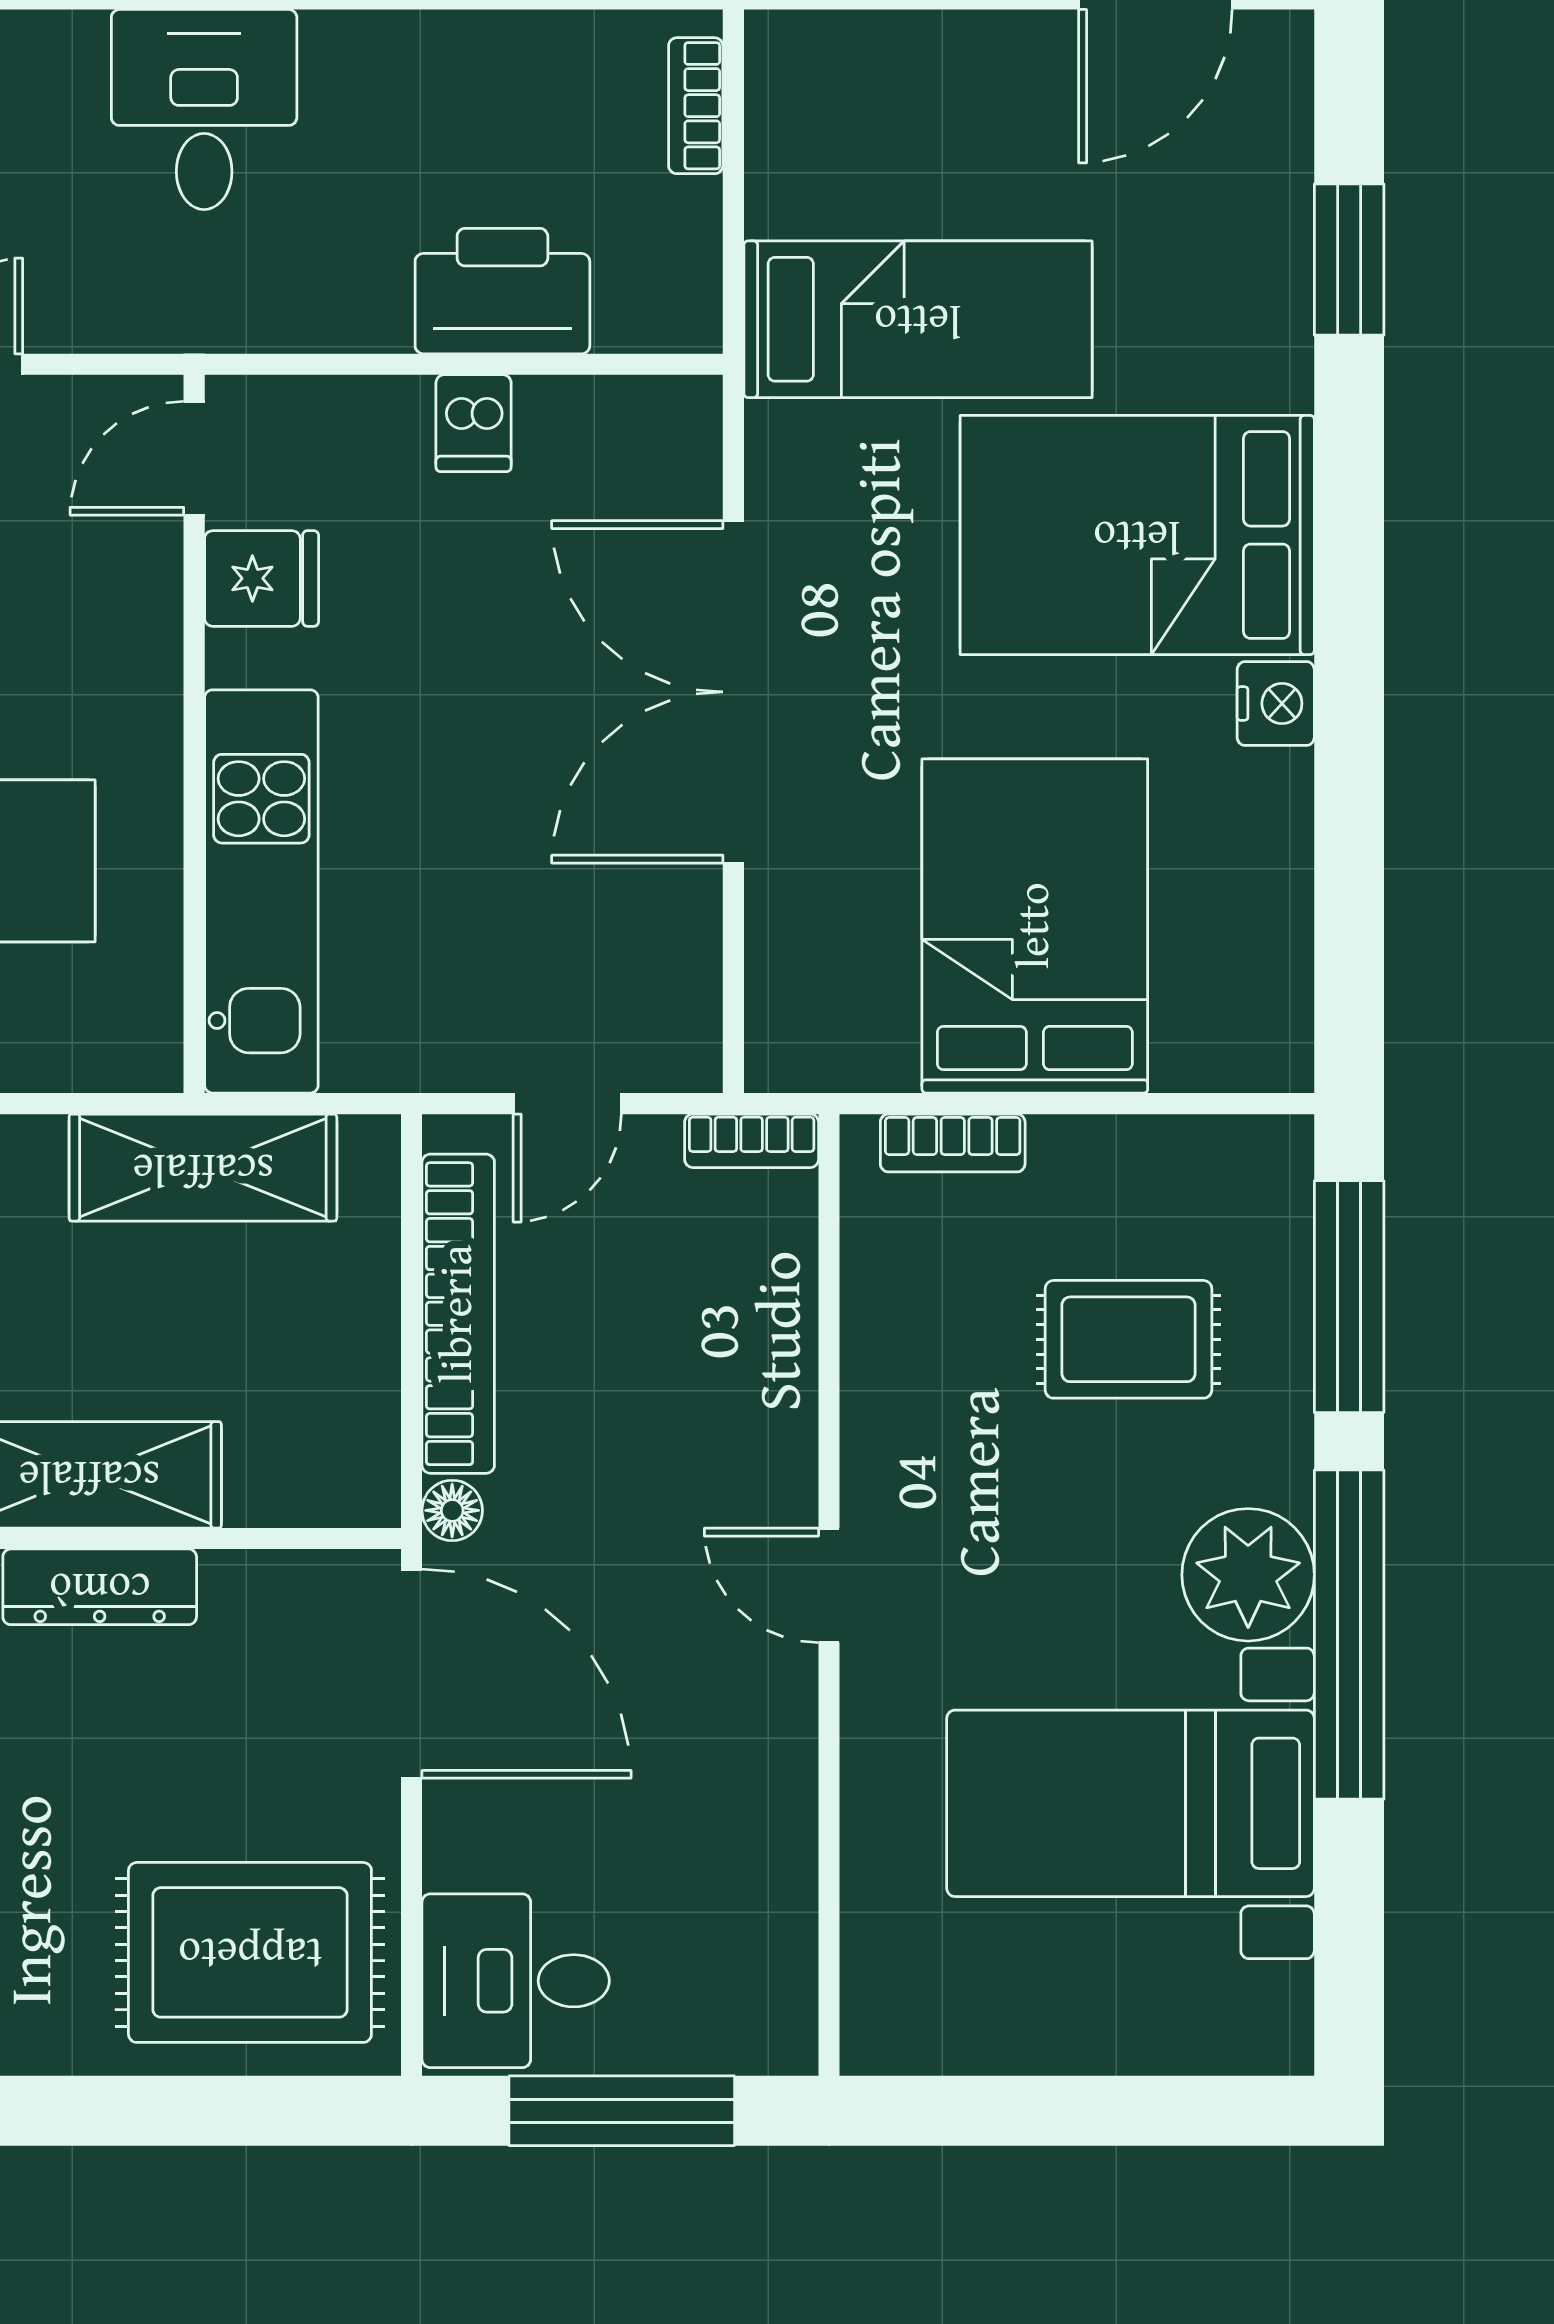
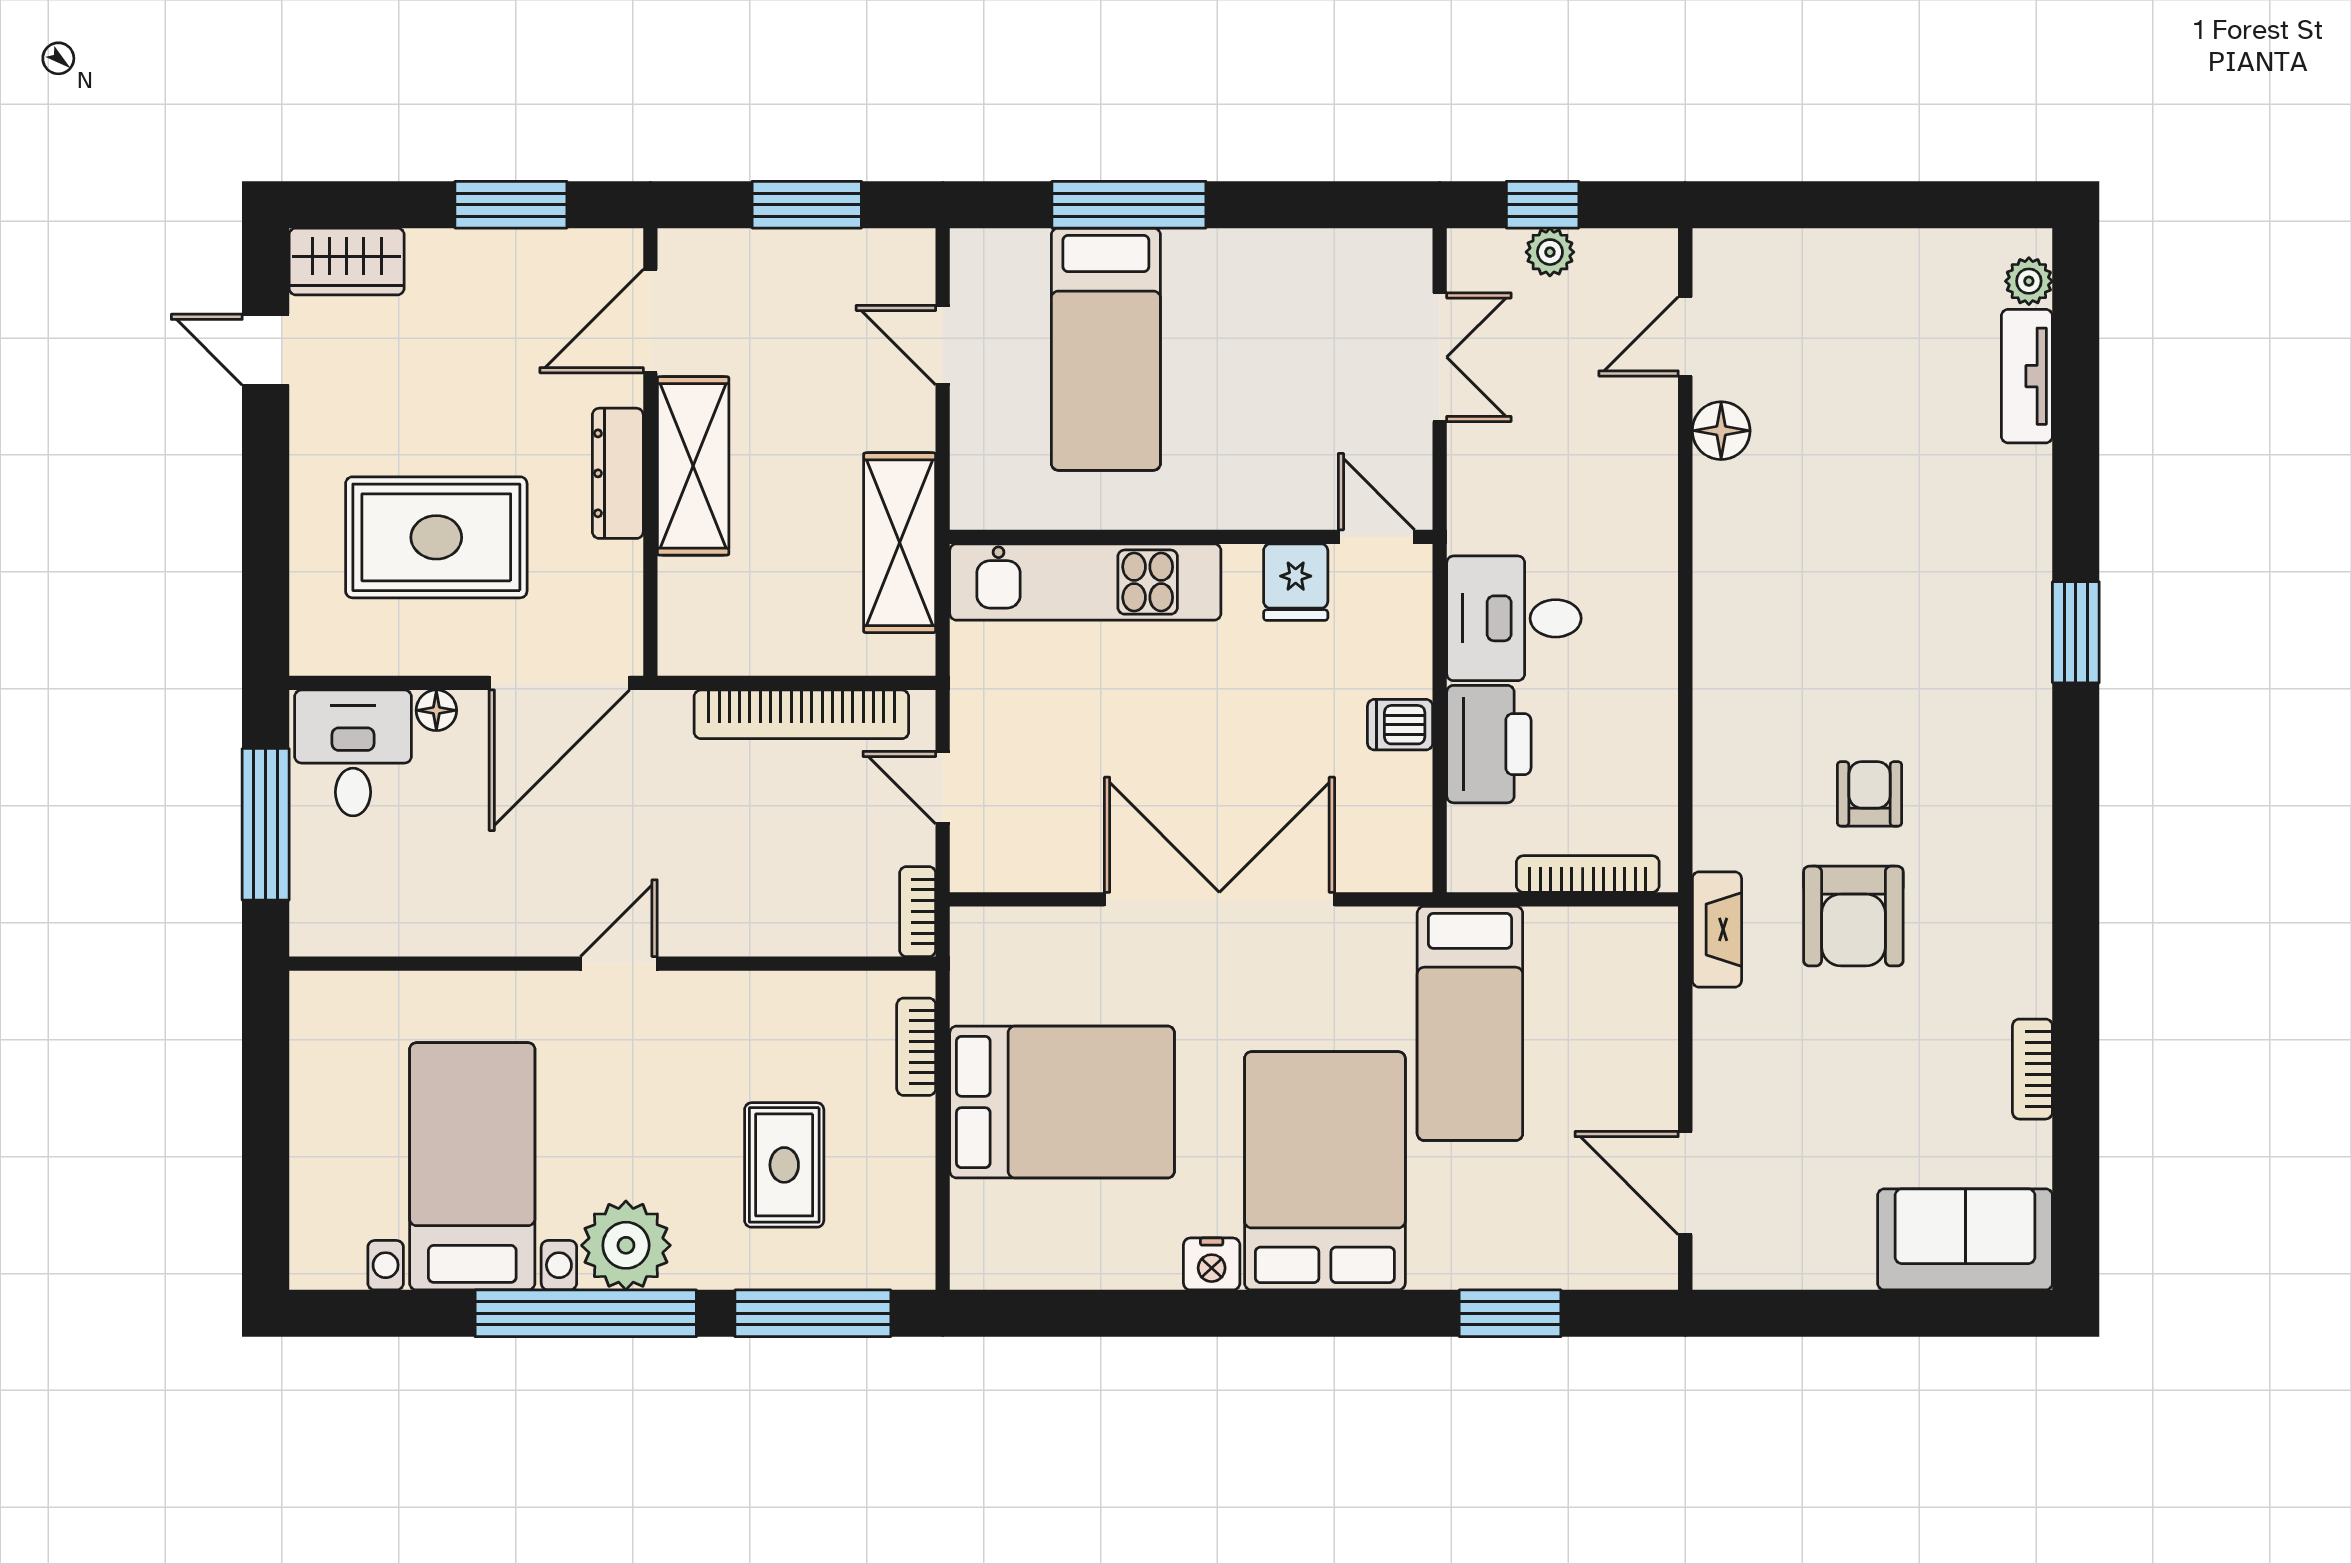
bookcase: (696, 106) -> (1588, 874), width x1.56
desk: (204, 109) -> (1514, 618), moved, turned 180
floor lamp: (452, 1510) -> (436, 710), moved
rug: (250, 1952) -> (436, 537), moved, turned 90

